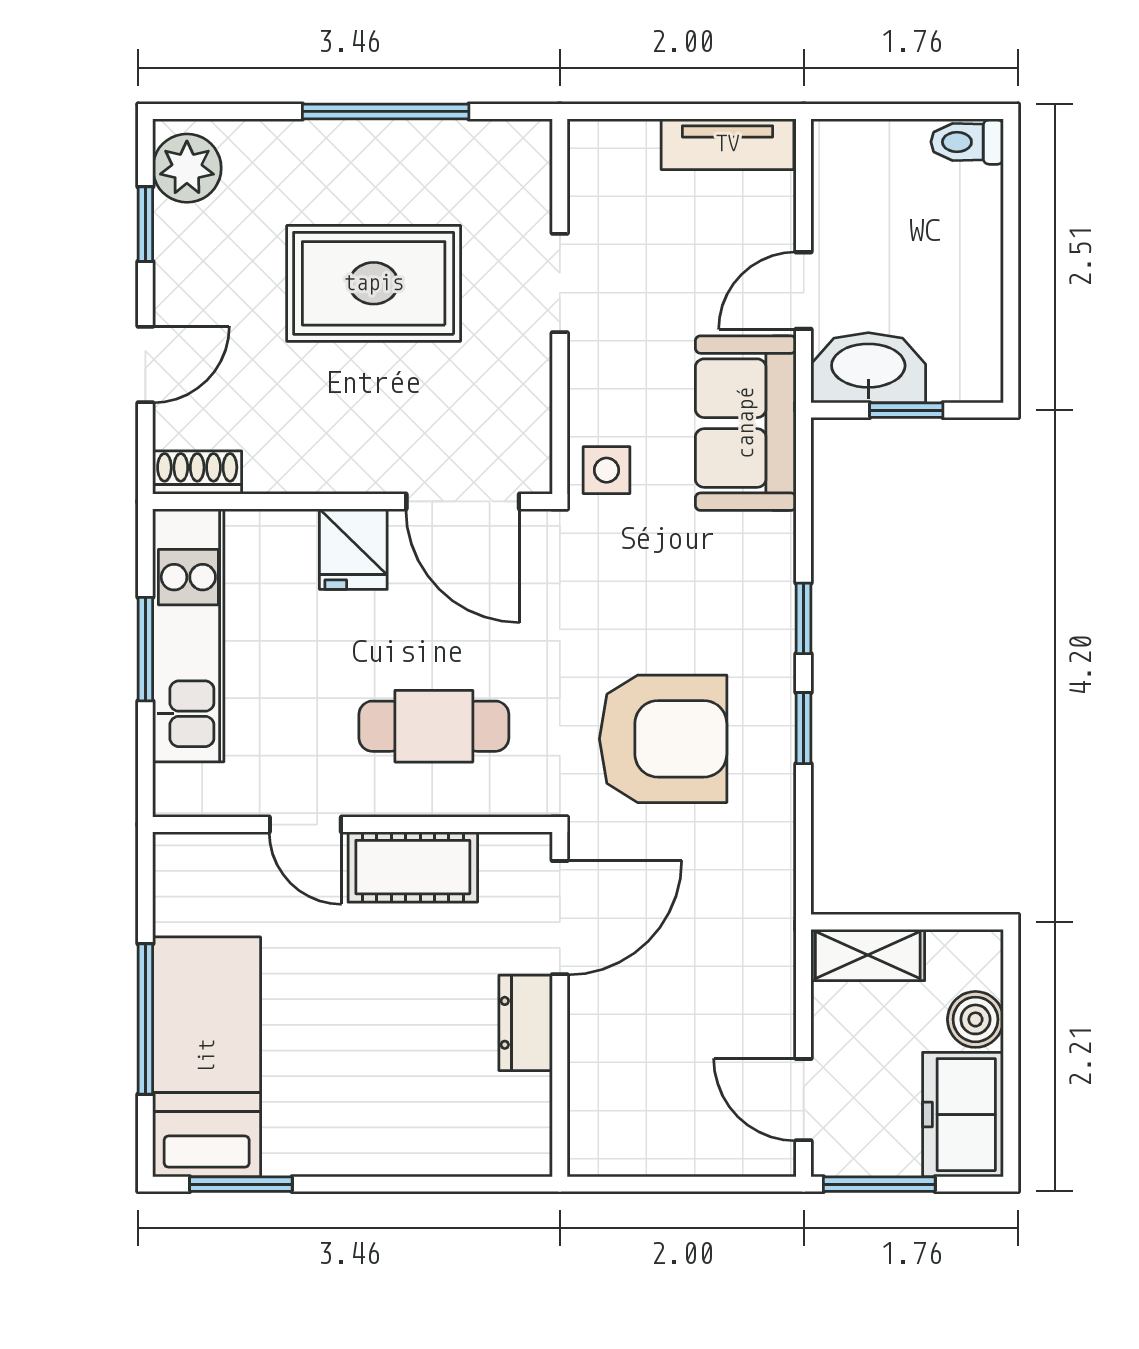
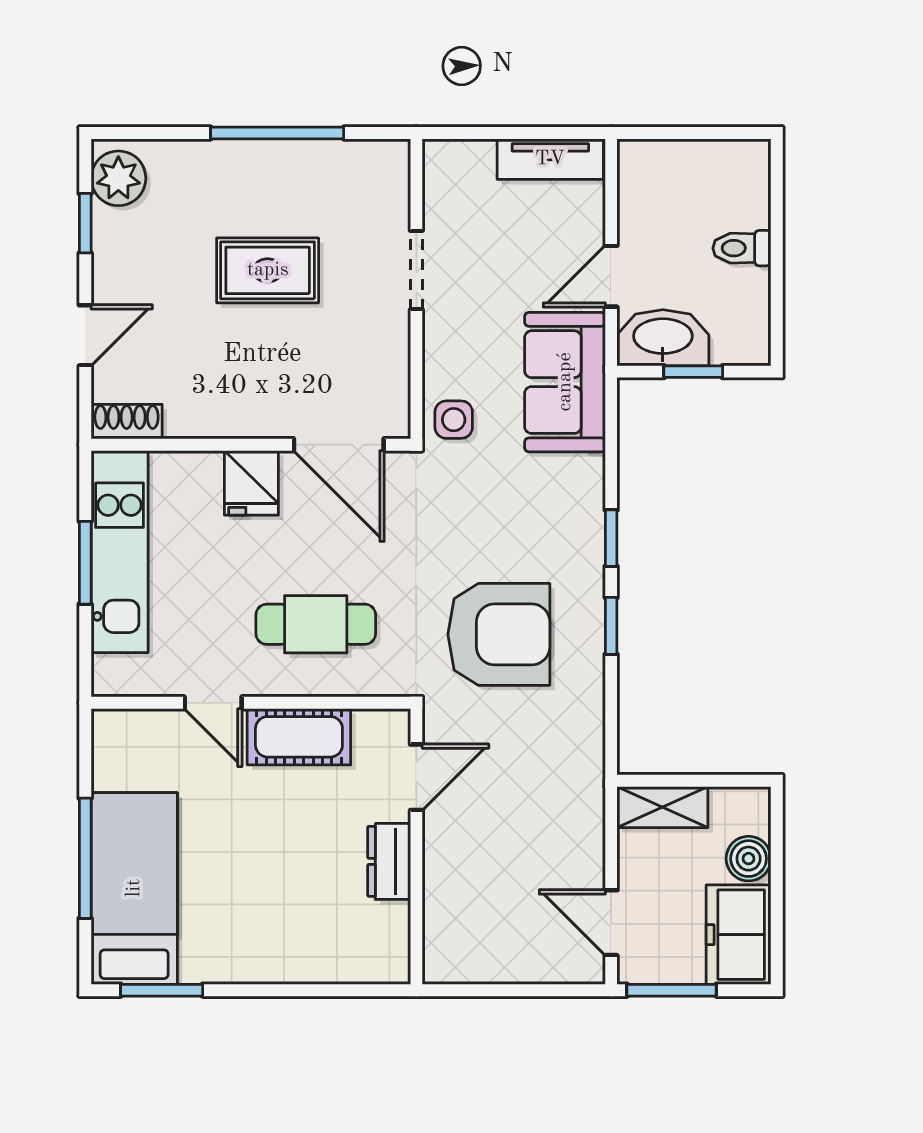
toilet: (967, 142) -> (742, 248), moved
rug: (374, 283) -> (268, 270), width x0.73, depth x0.70
door: (560, 918) -> (416, 777), width x0.73

